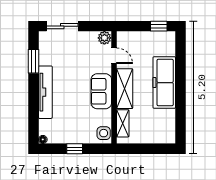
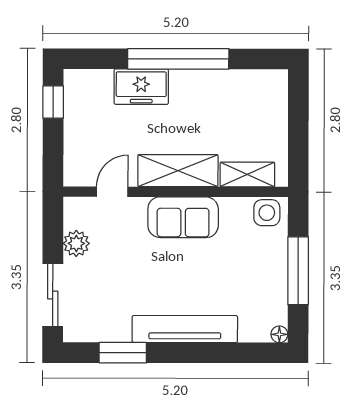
plant: (104, 38) -> (76, 243), moved
freezer: (164, 83) -> (141, 87), width x0.52, depth x0.79
window: (180, 89) -> (178, 59), added
window: (75, 149) -> (298, 271), width x2.17

